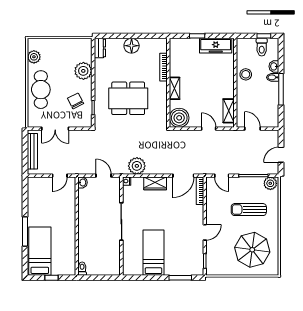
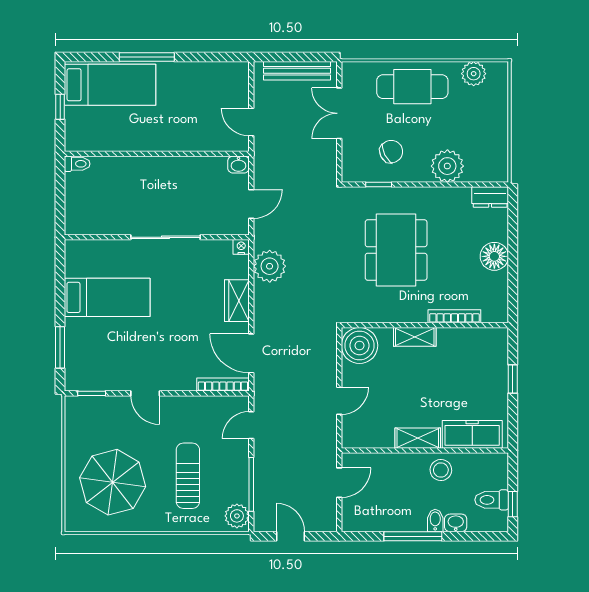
freezer: (216, 46) -> (472, 434), moved, turned 90
shelving: (229, 111) -> (418, 438), moved

